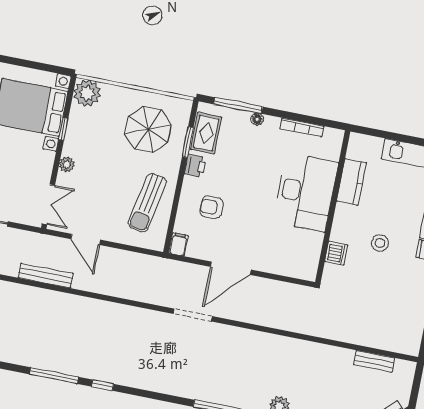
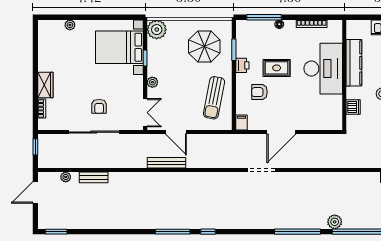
rug: (206, 133) -> (277, 68), moved, turned 90
kitchen counter: (351, 182) -> (354, 63), width x1.50
bench: (46, 276) -> (167, 163), moved

